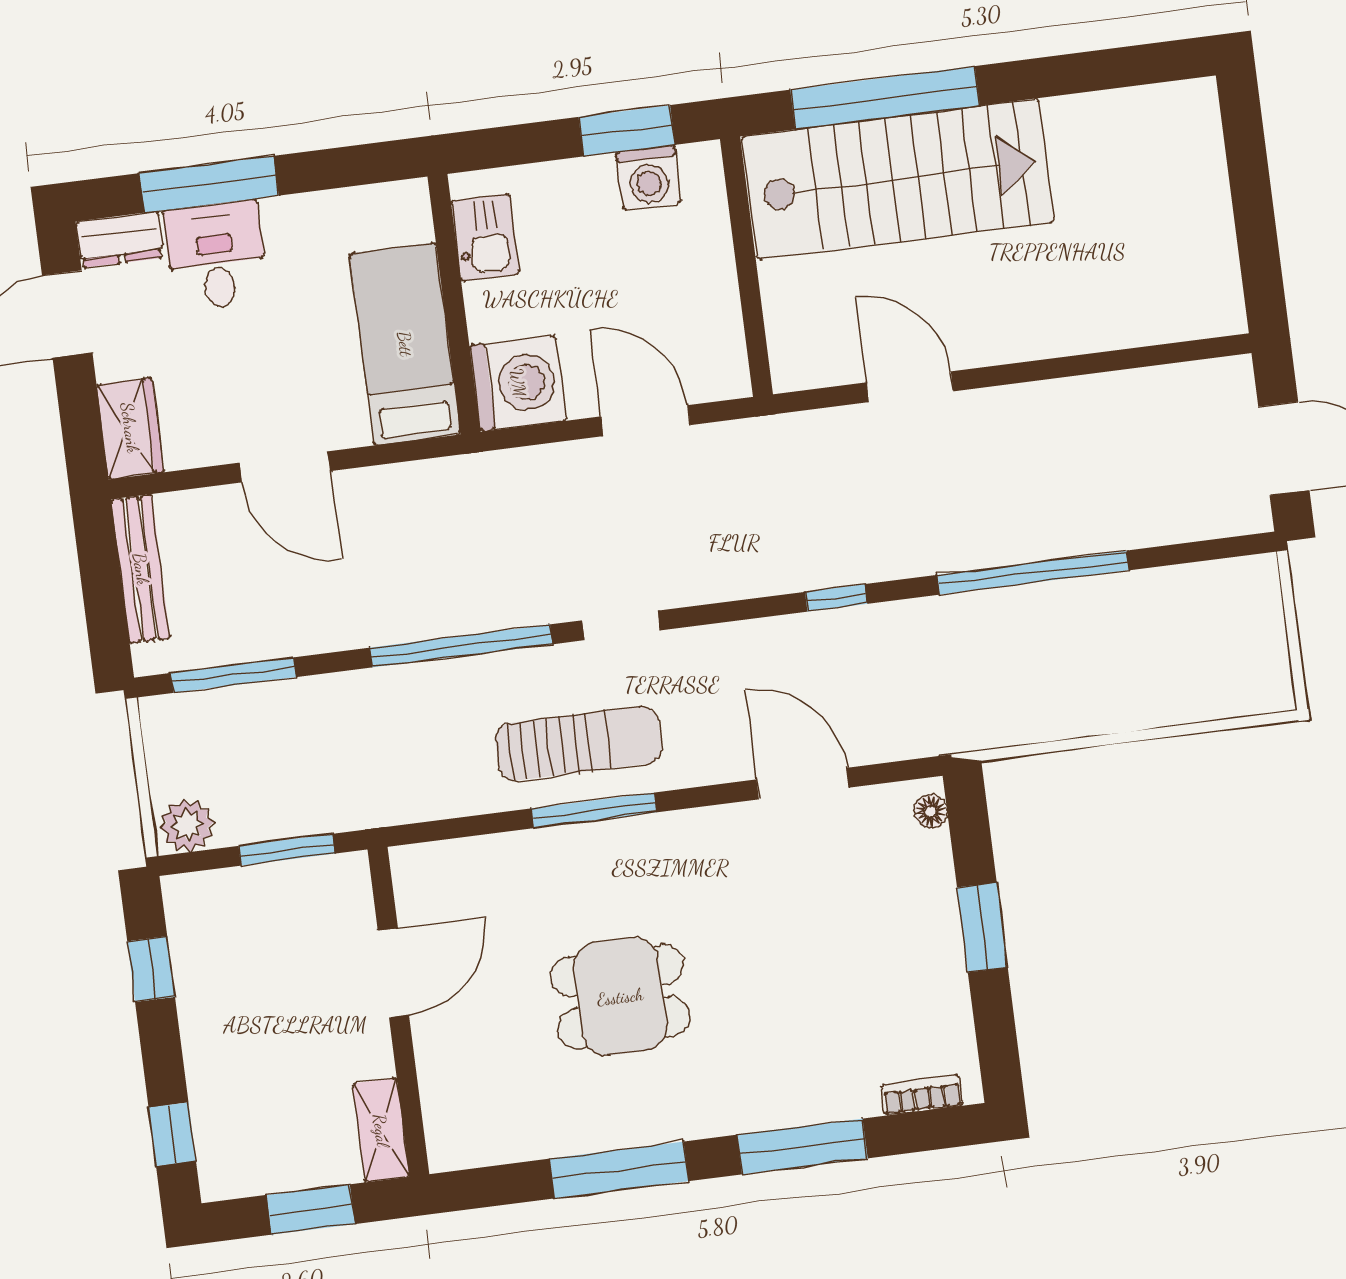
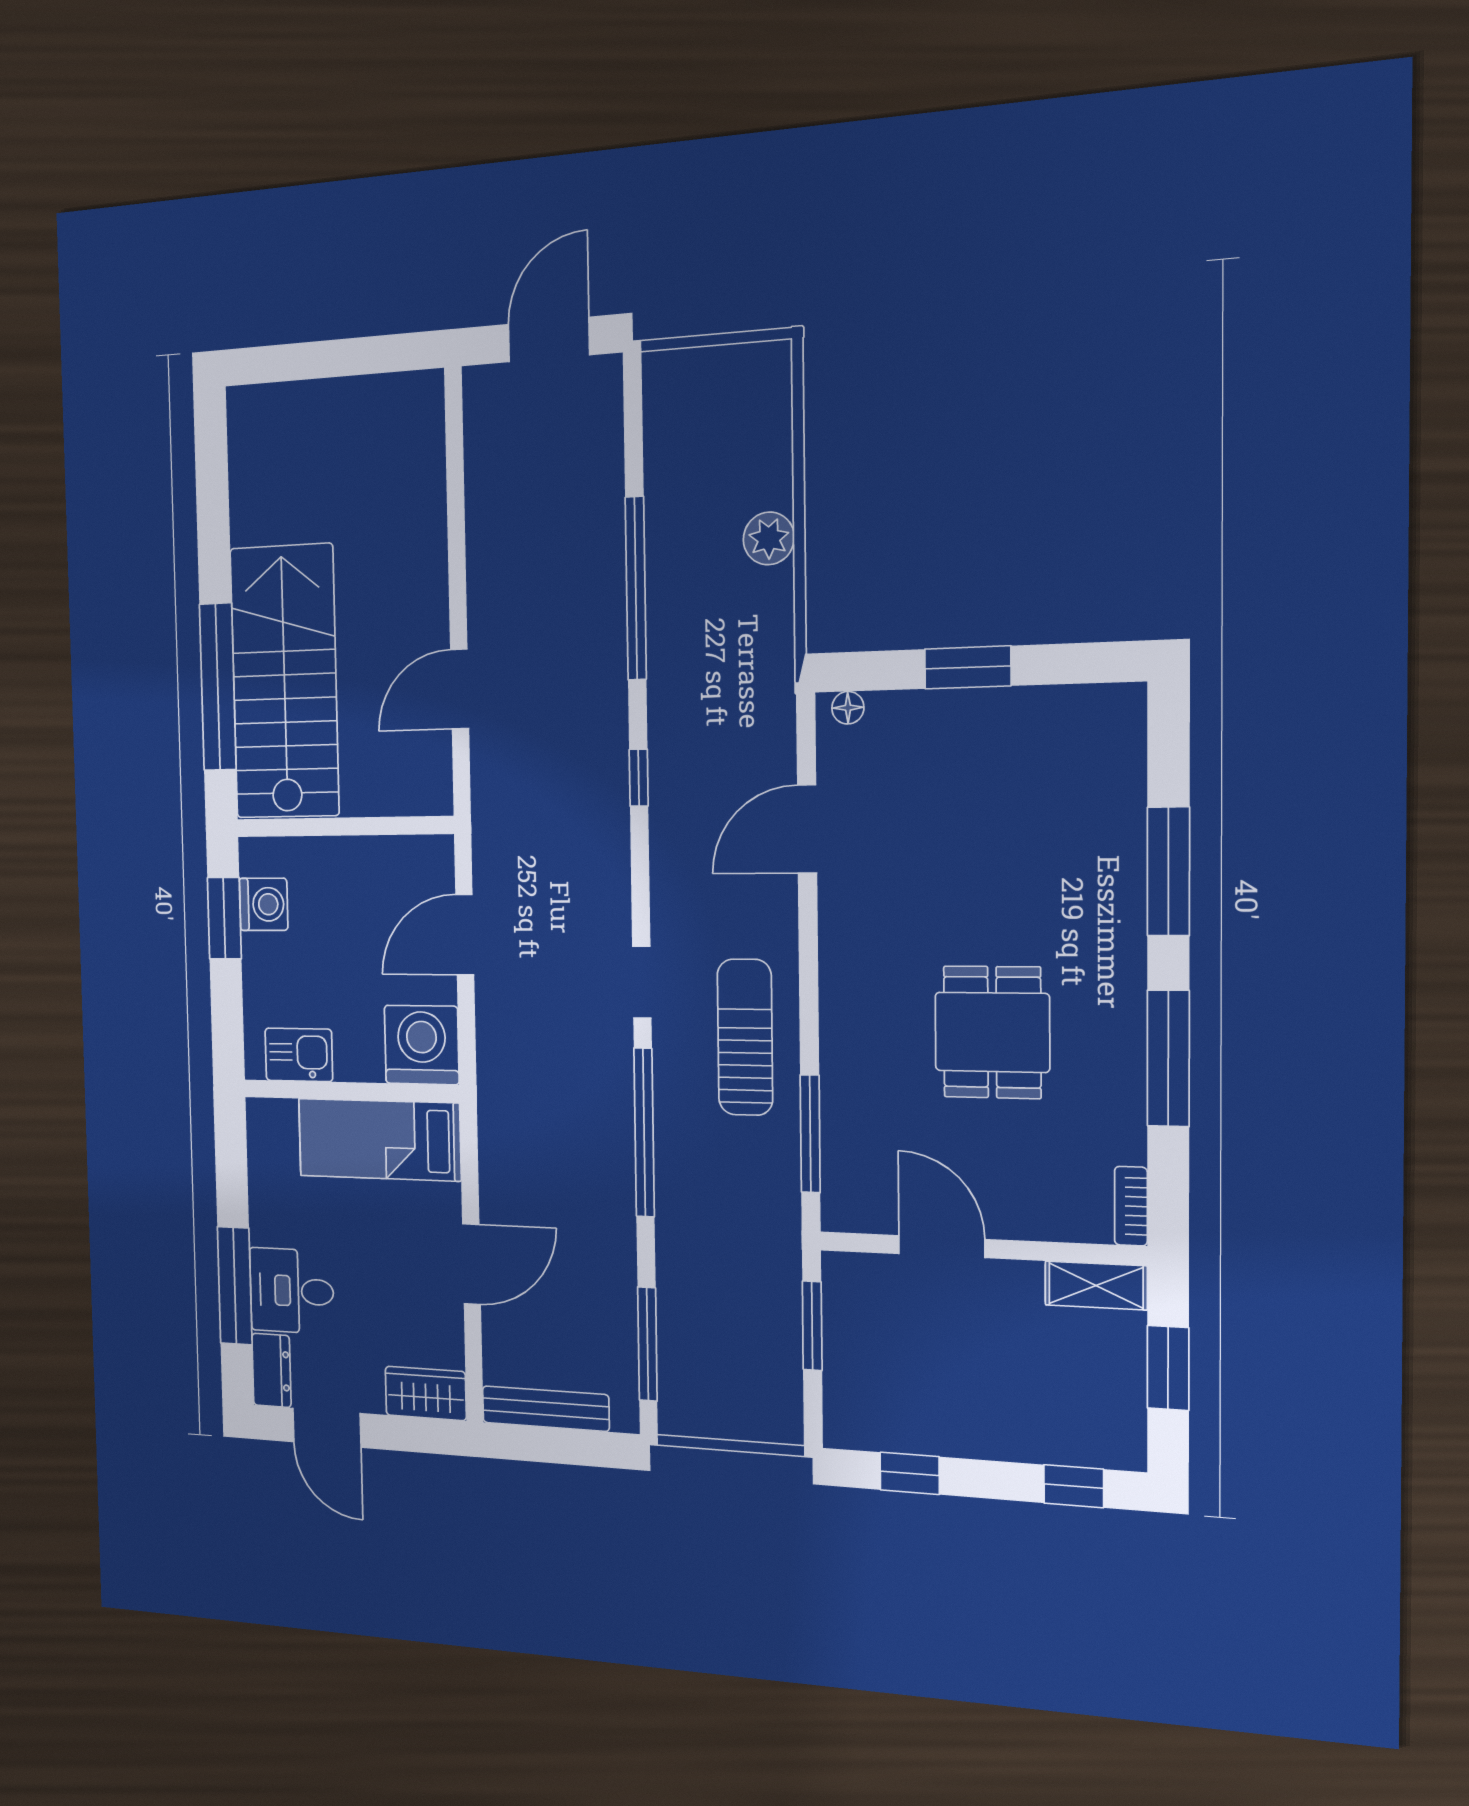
window: (594, 810) -> (810, 1134), moved
plant: (187, 825) -> (769, 538), moved
bookcase: (922, 1095) -> (1131, 1206), moved

